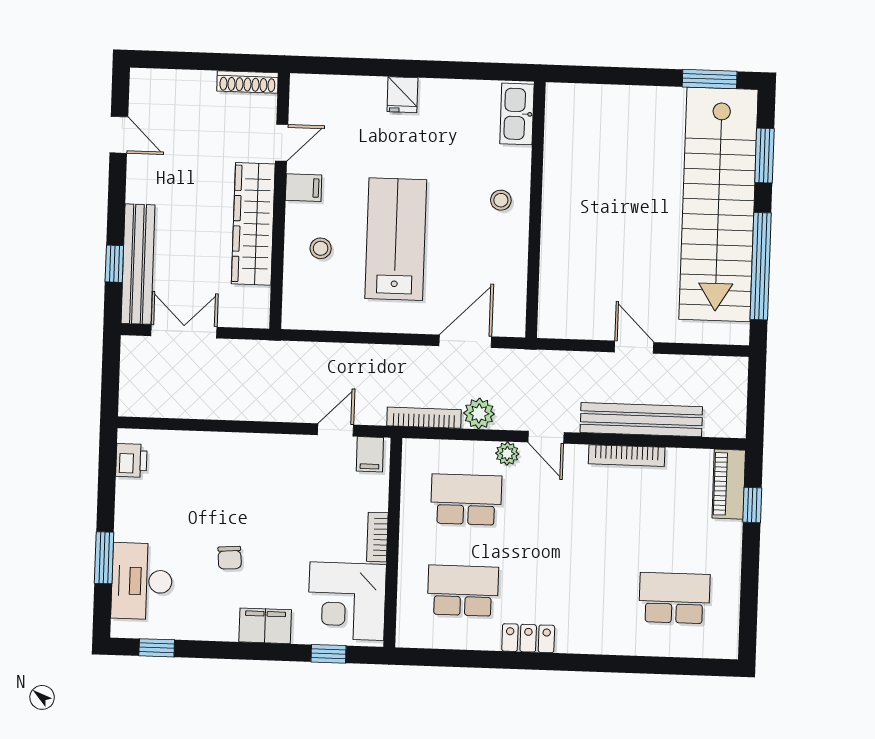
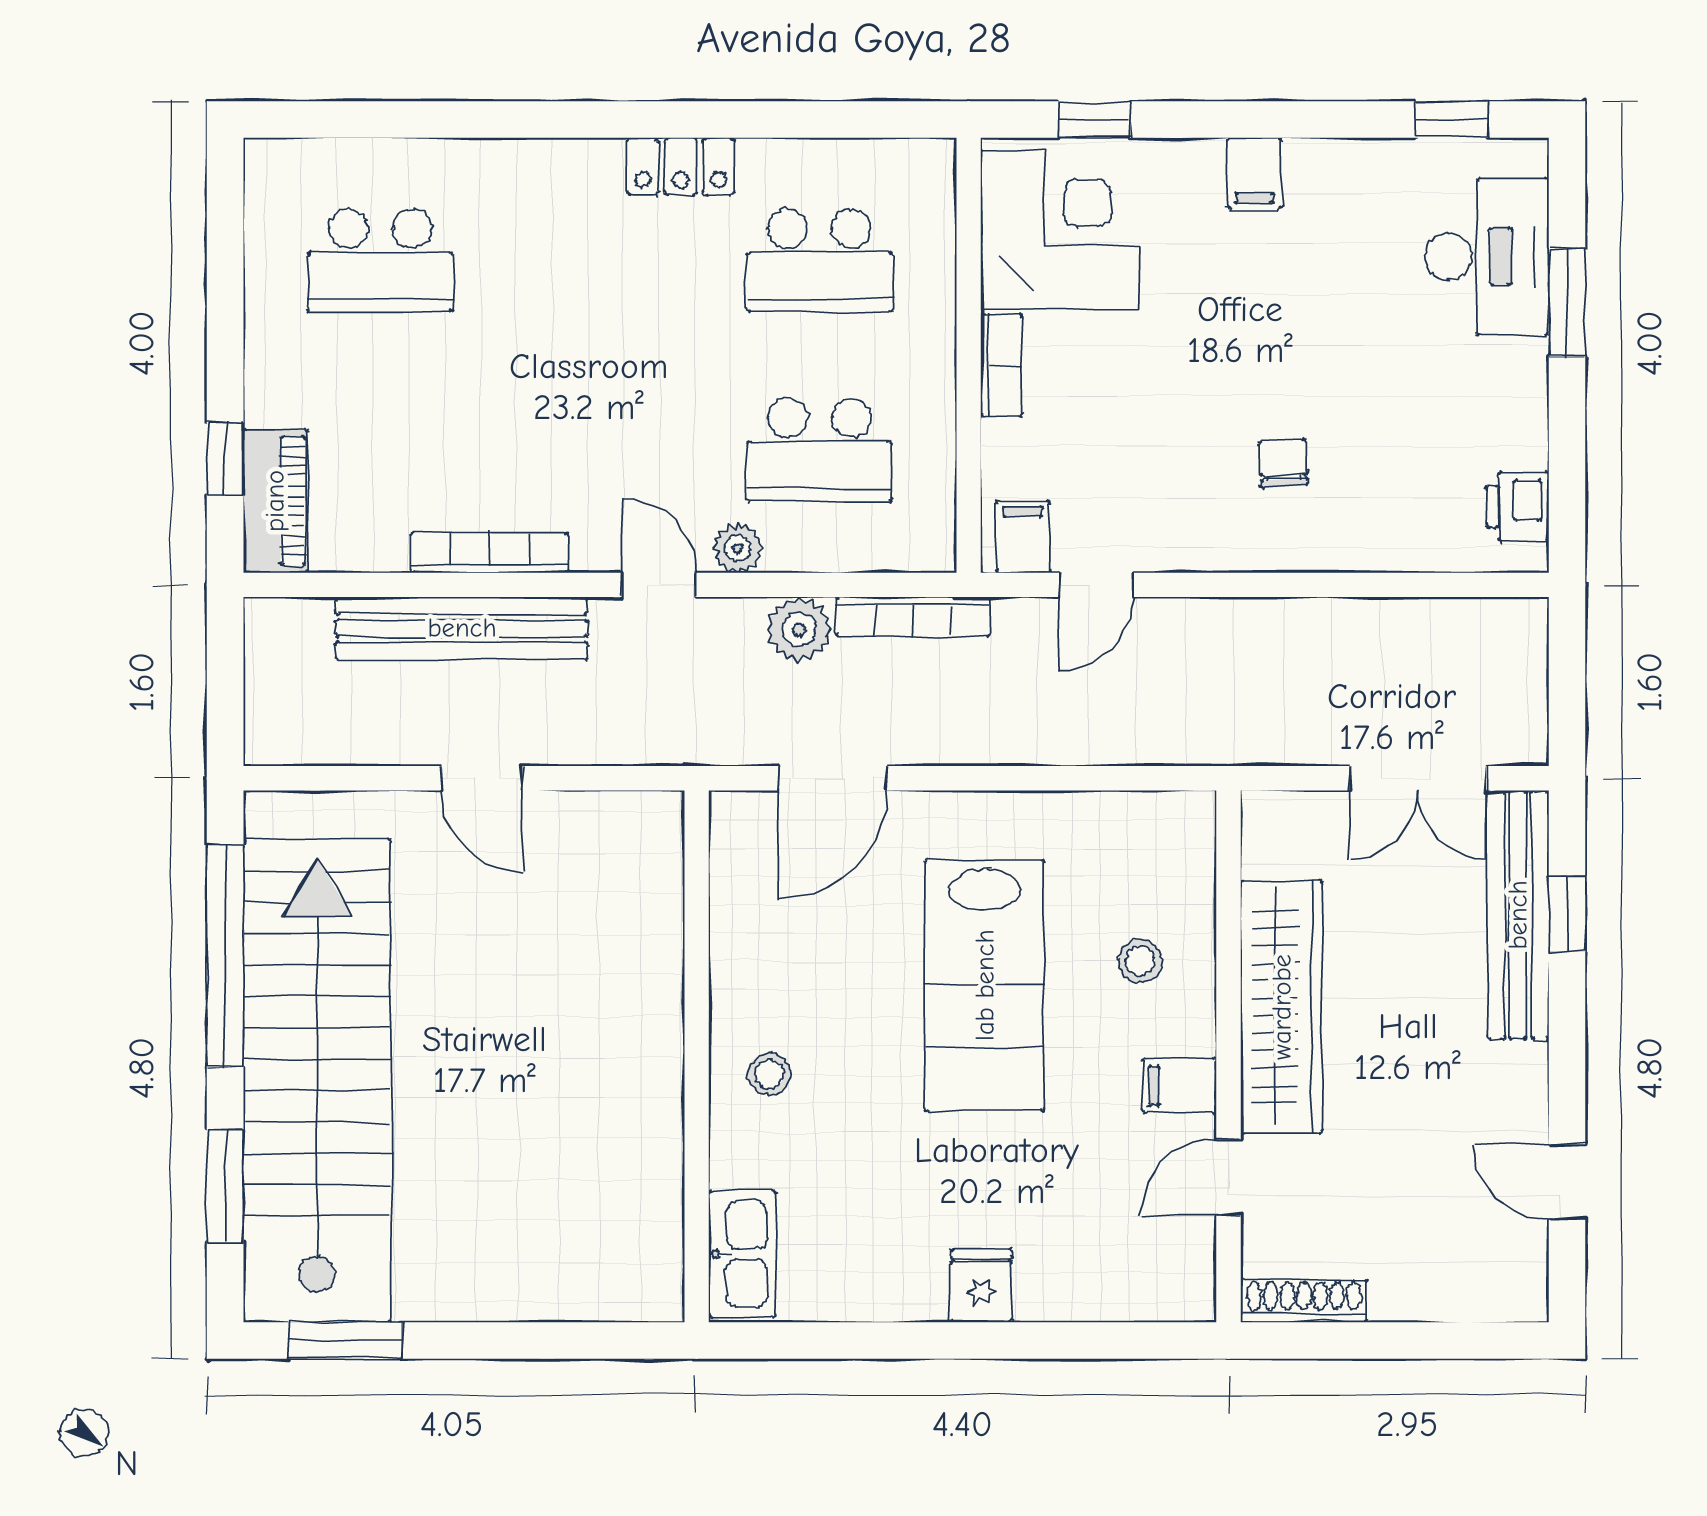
chair: (230, 558) -> (1283, 463), moved
filing cabinet: (265, 626) -> (1254, 173), width x0.50

